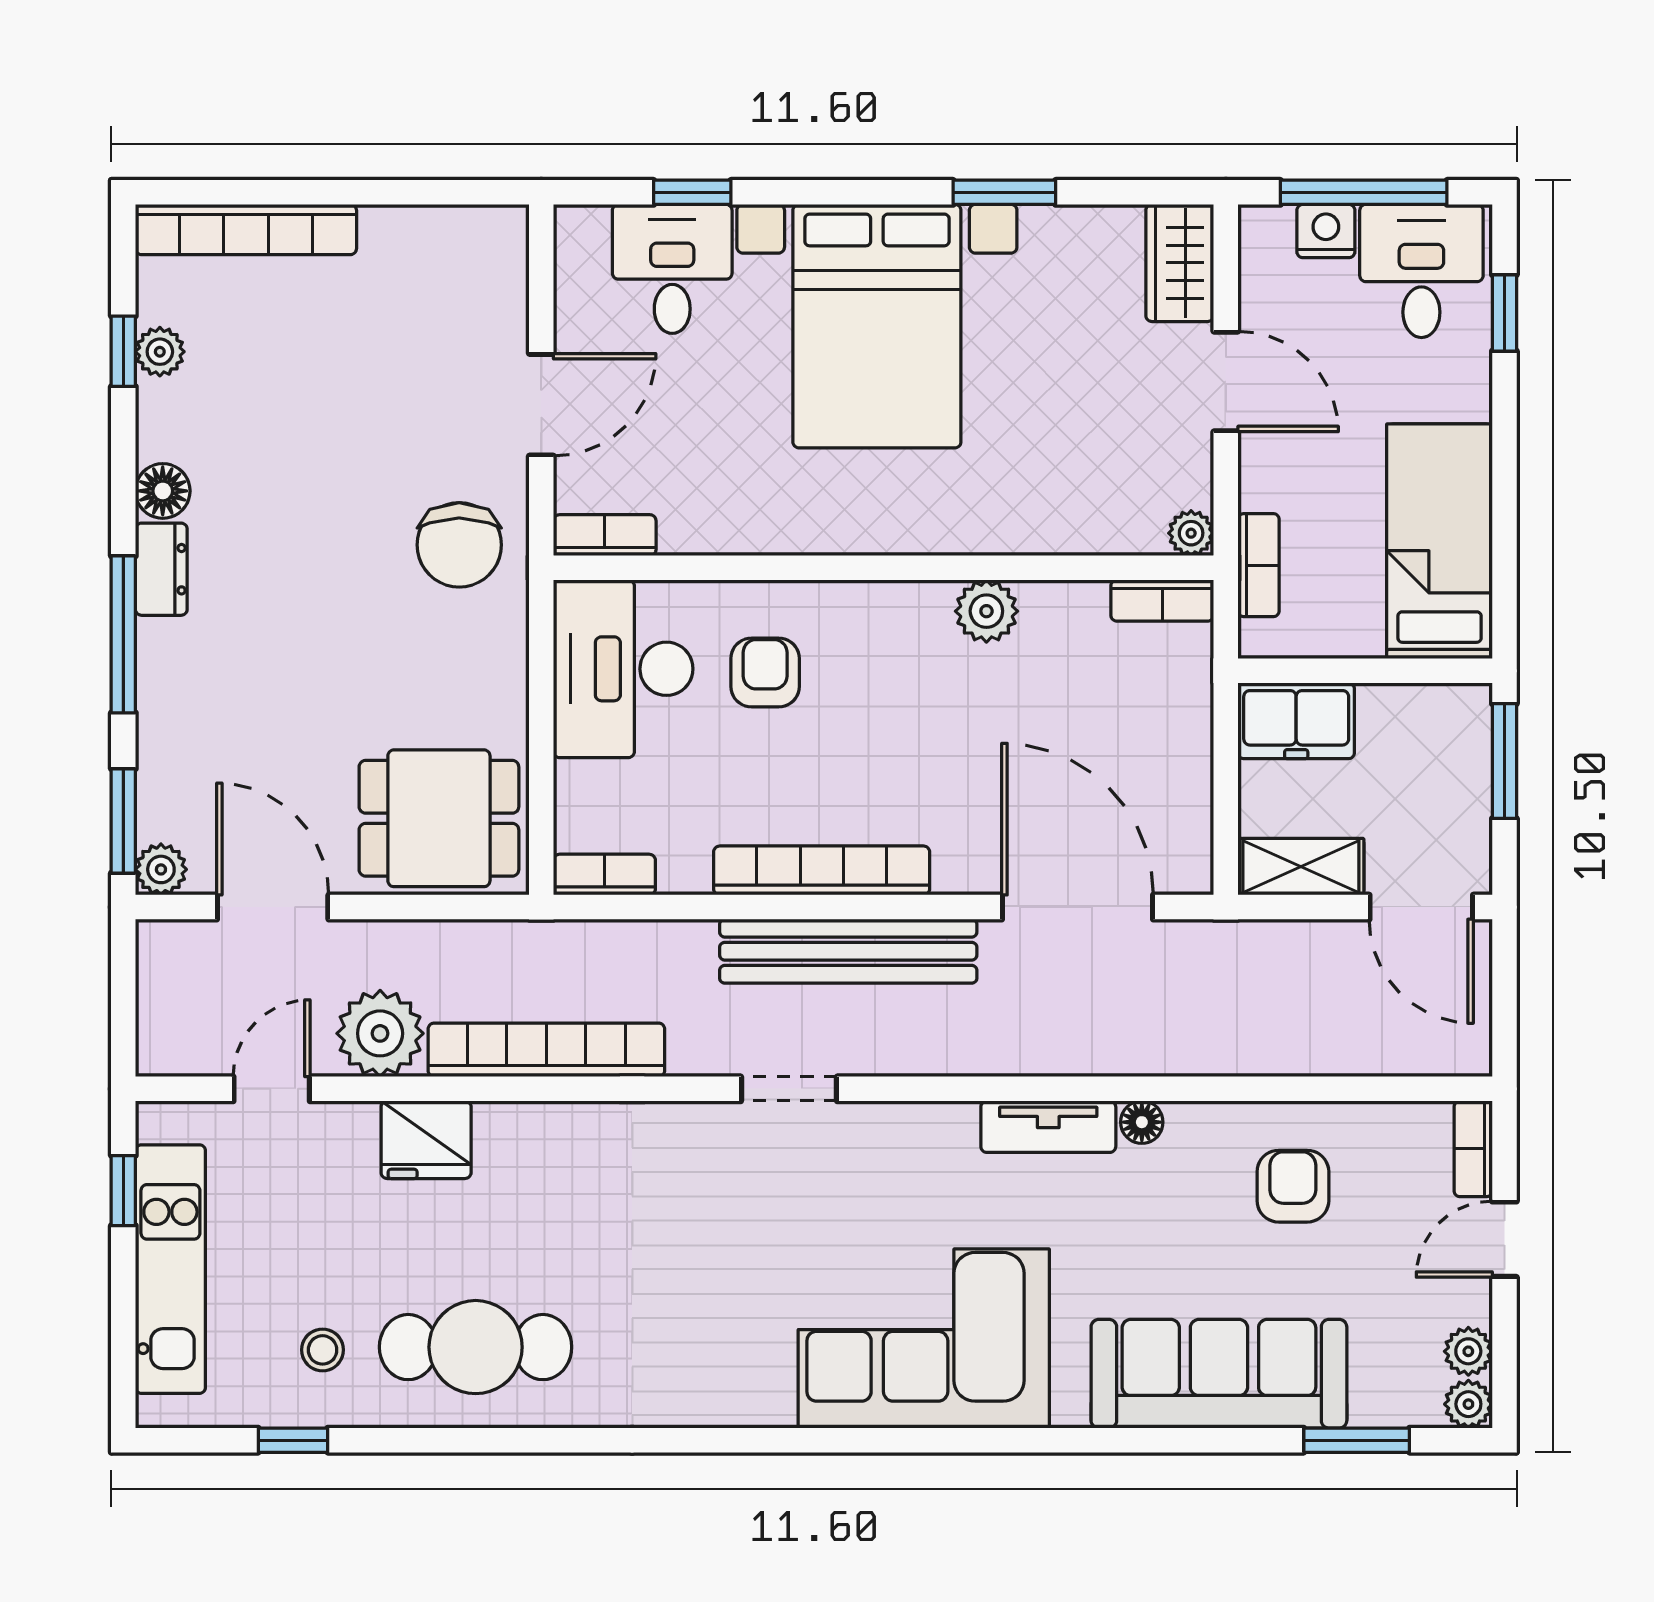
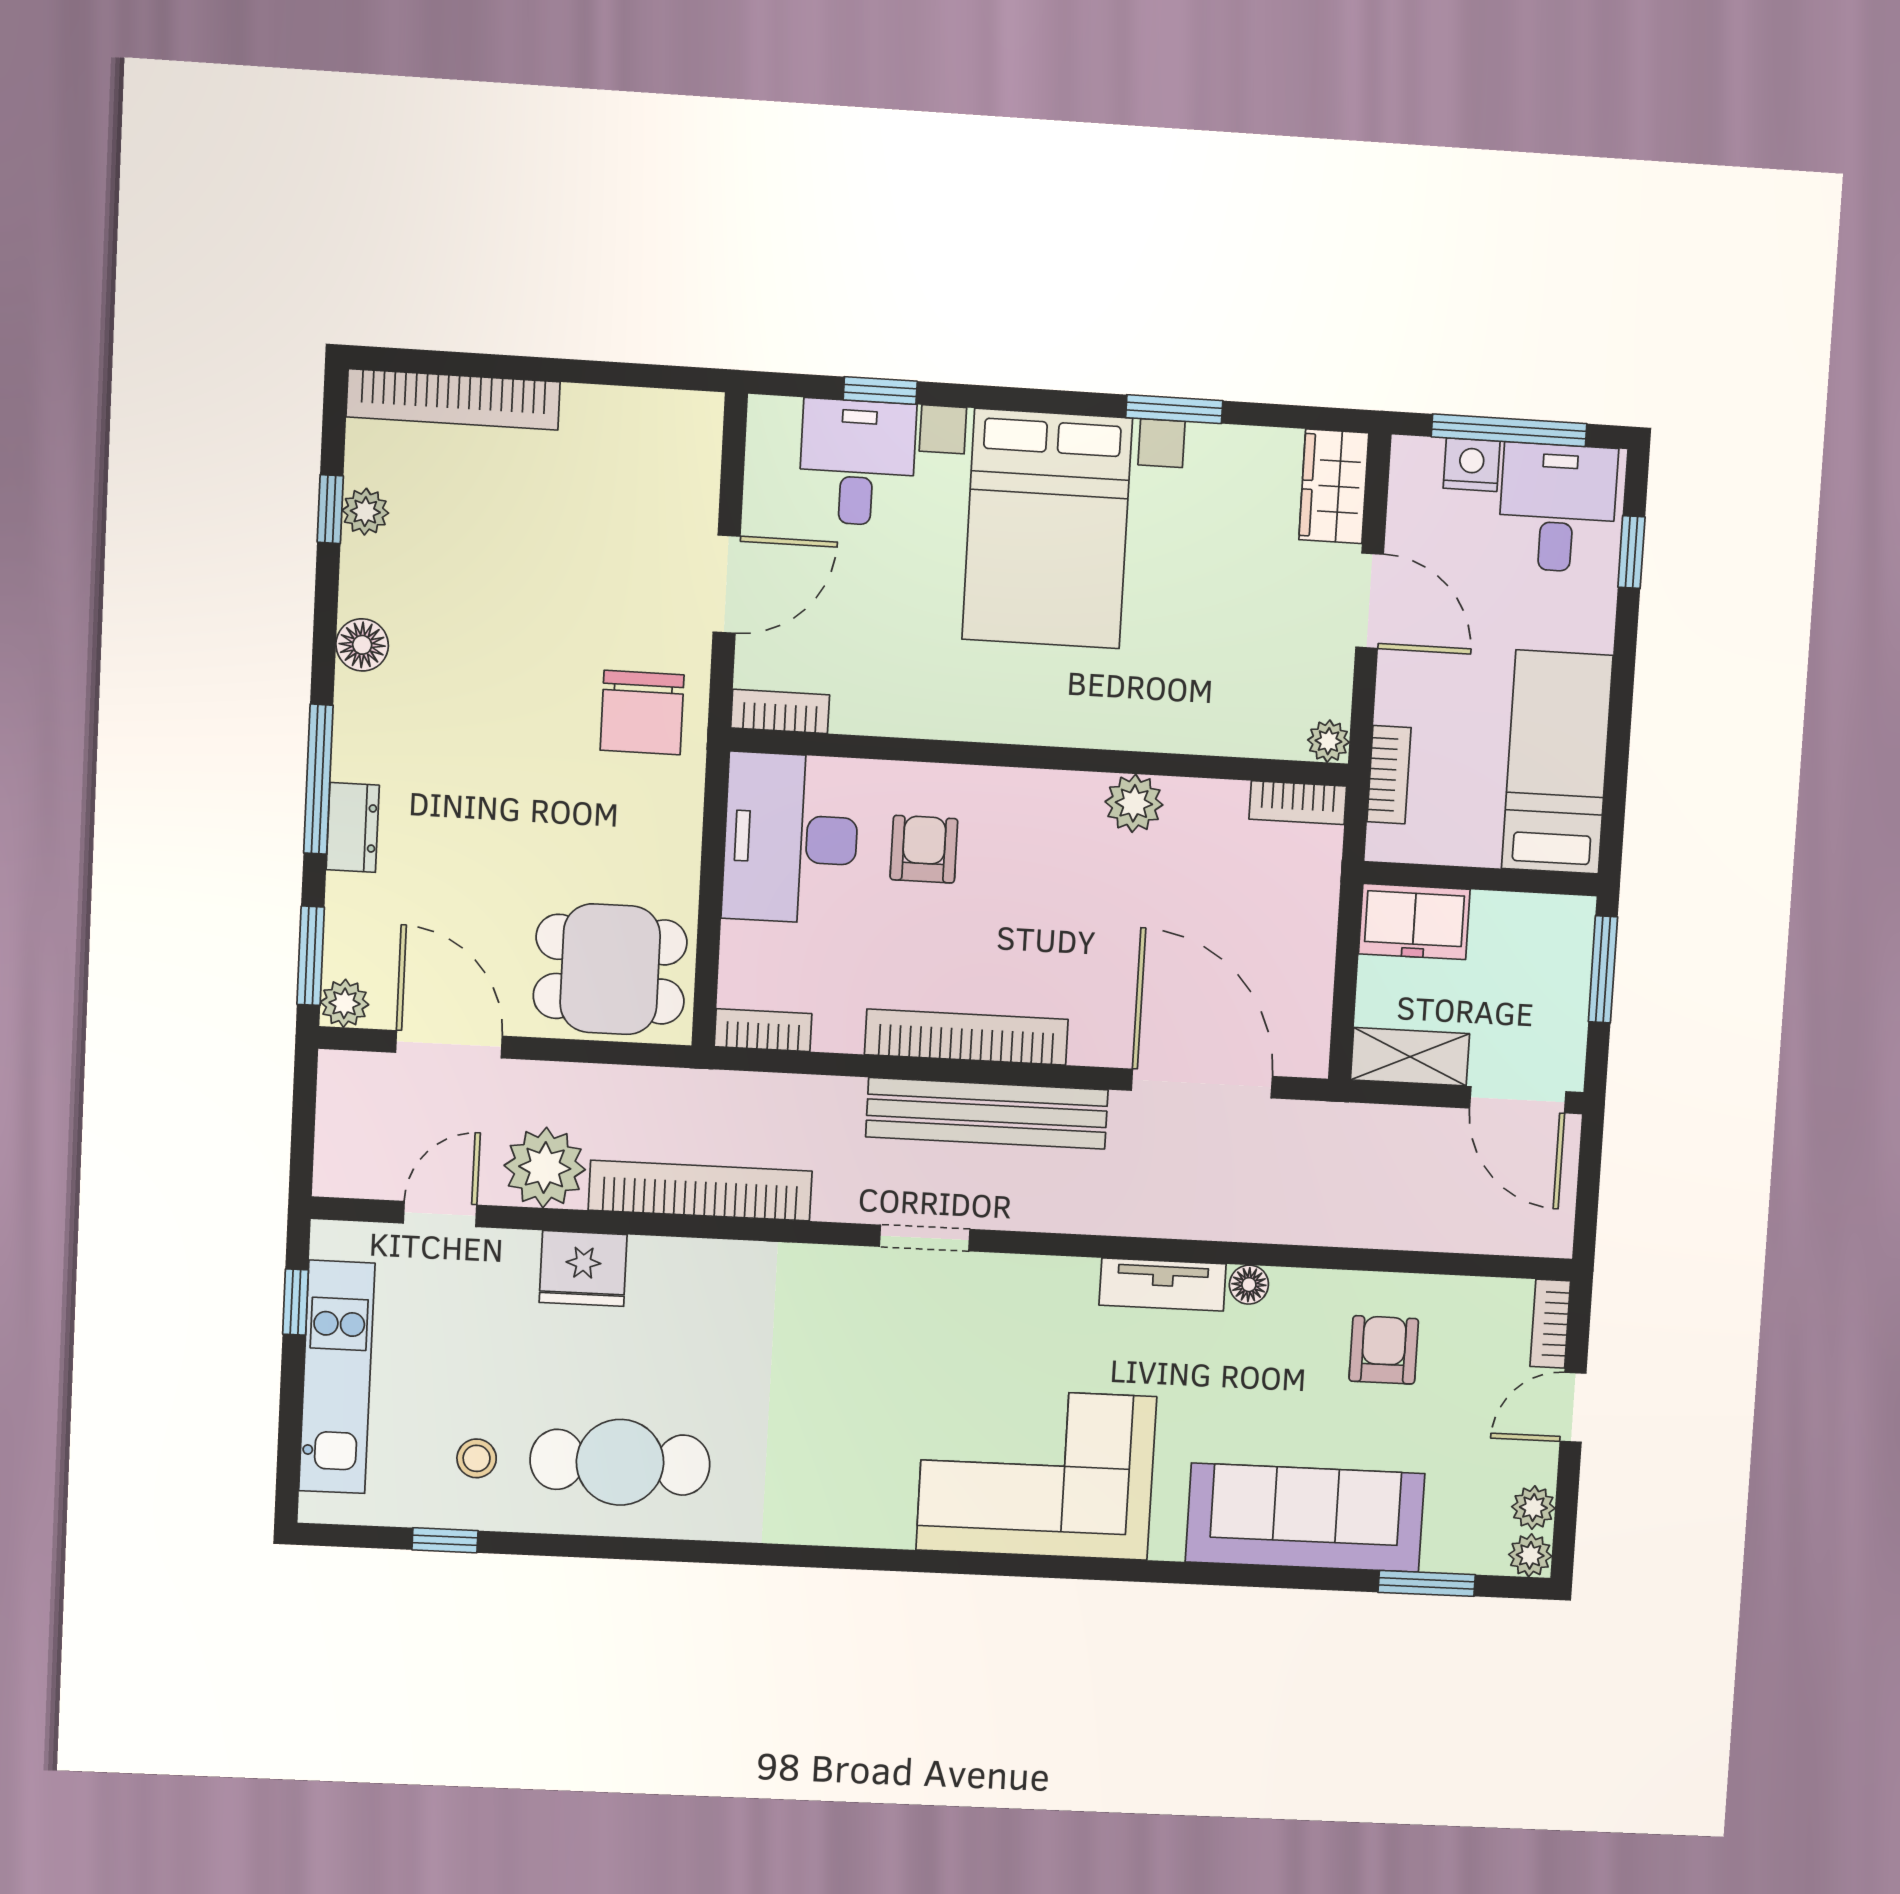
dresser: (161, 569) -> (353, 827), moved

